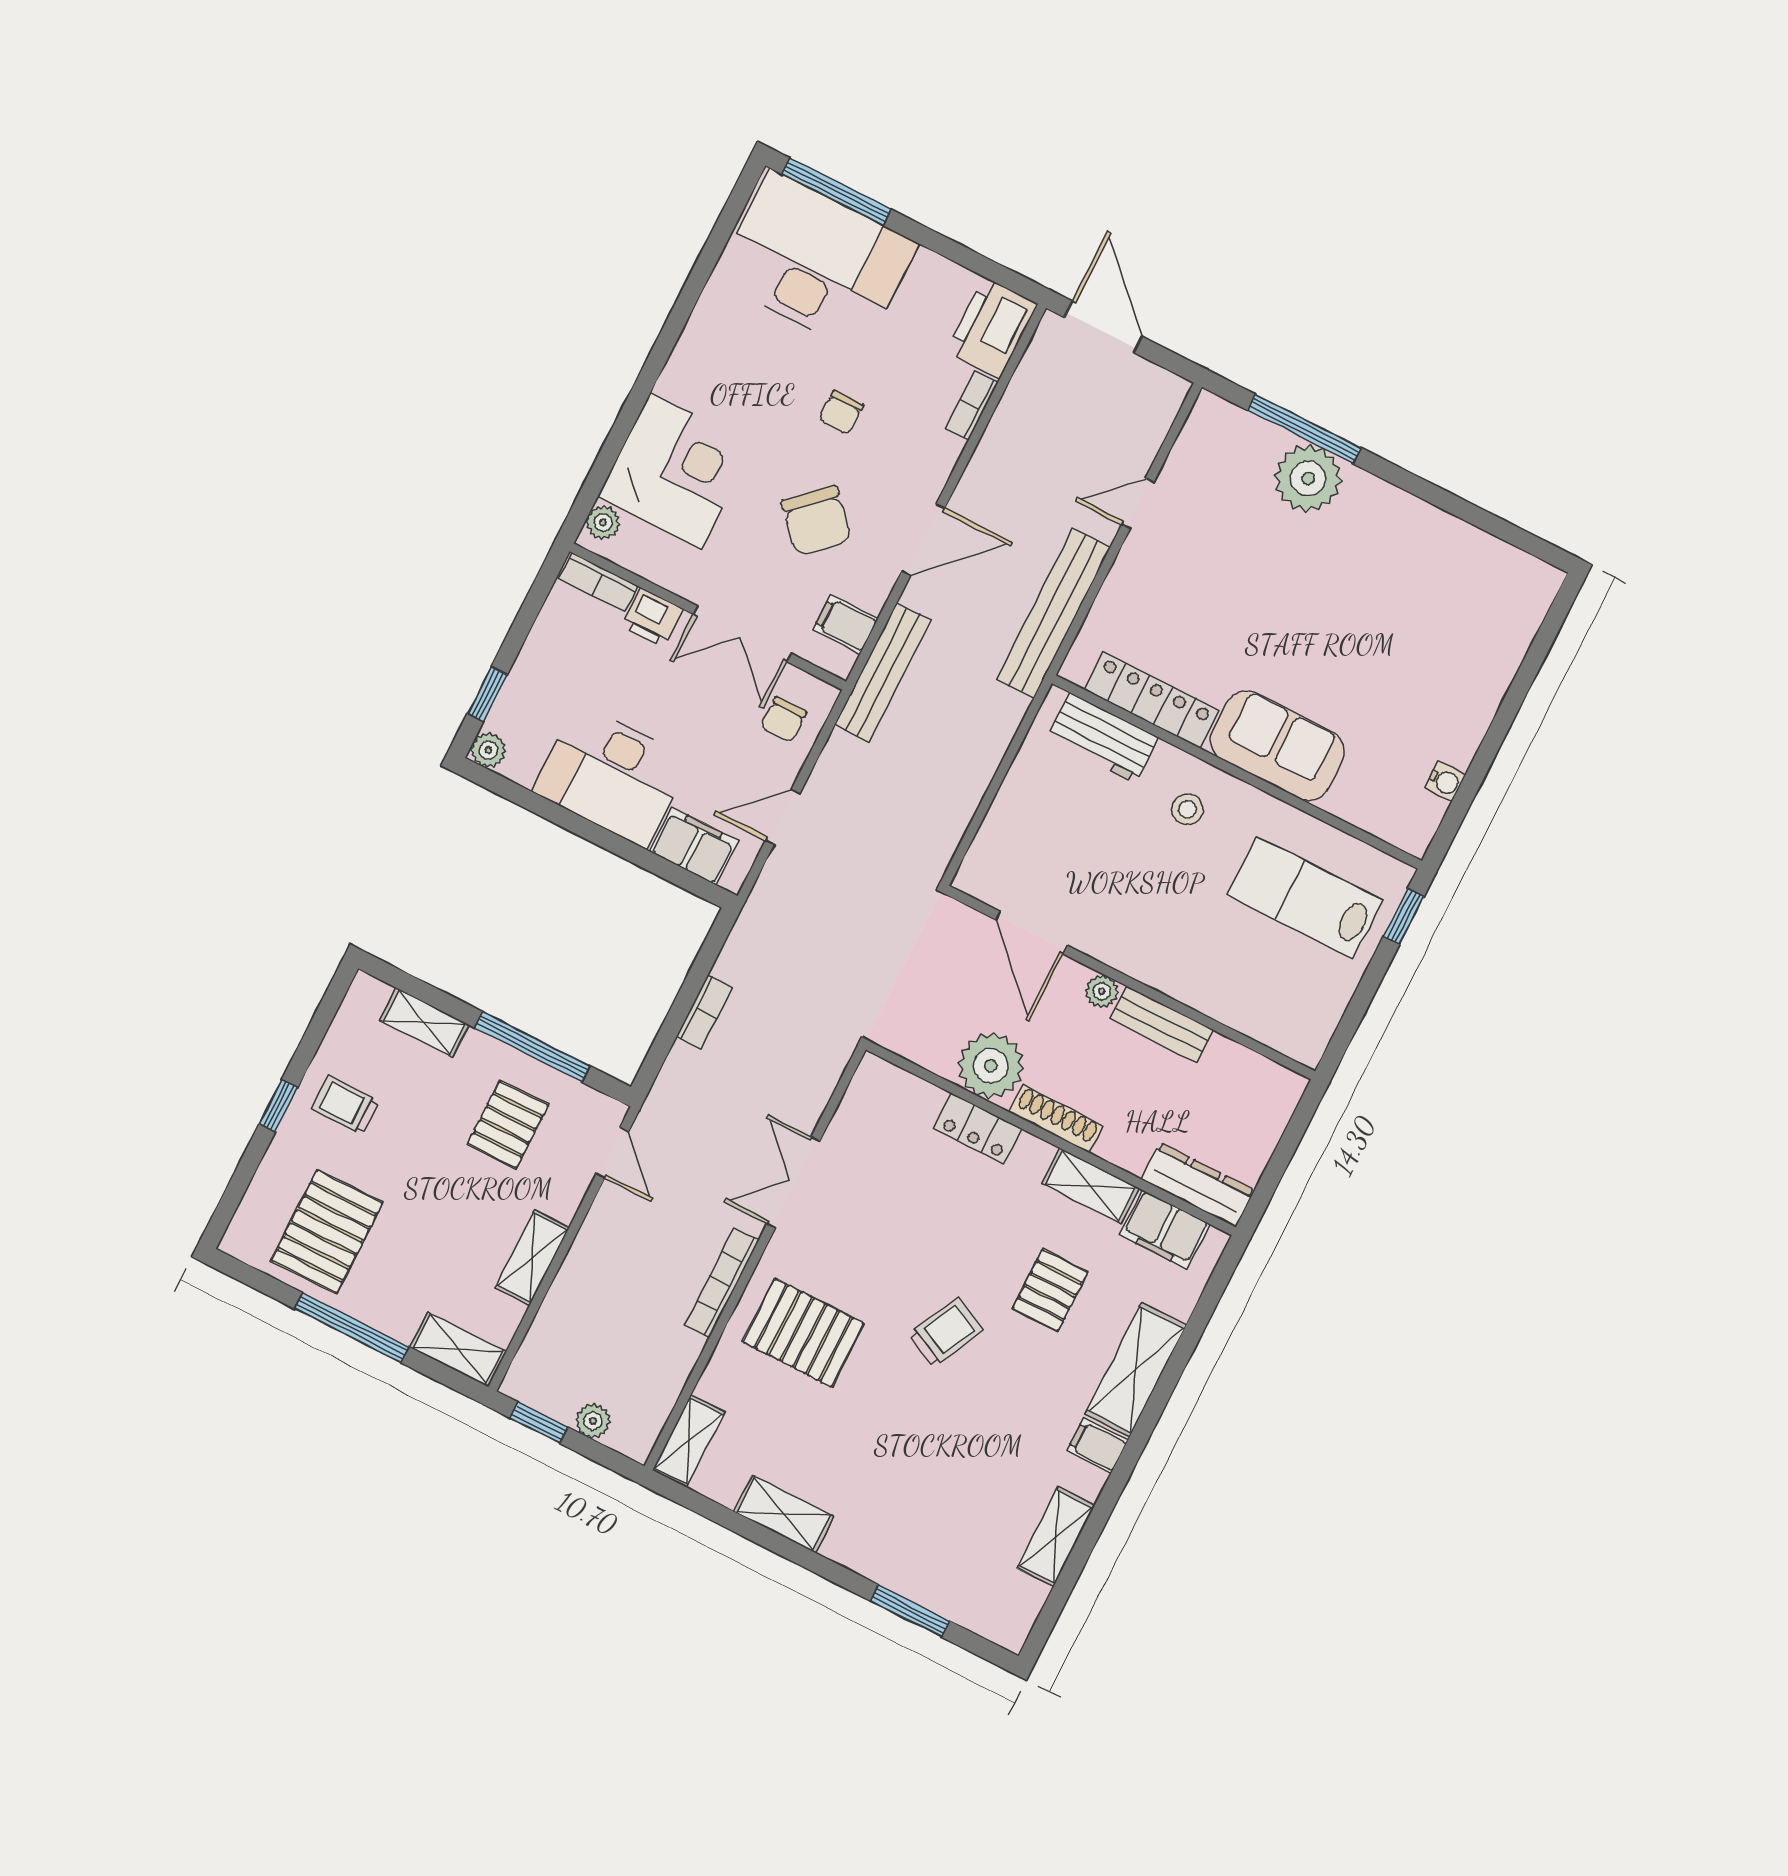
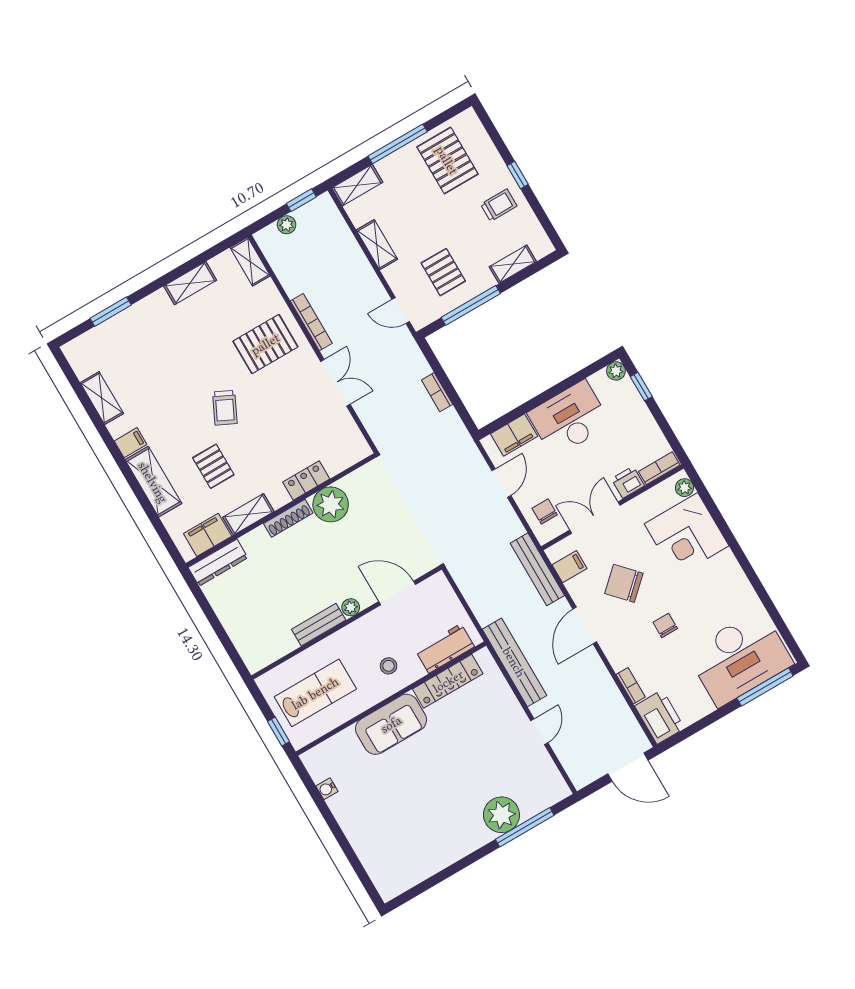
door: (1032, 933) -> (397, 593), moved
wall: (1130, 983) -> (346, 622), moved
plant: (1102, 991) -> (351, 607), moved
bench: (1162, 1024) -> (319, 625), moved

